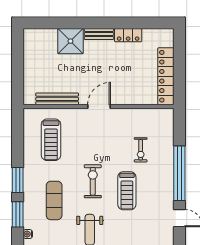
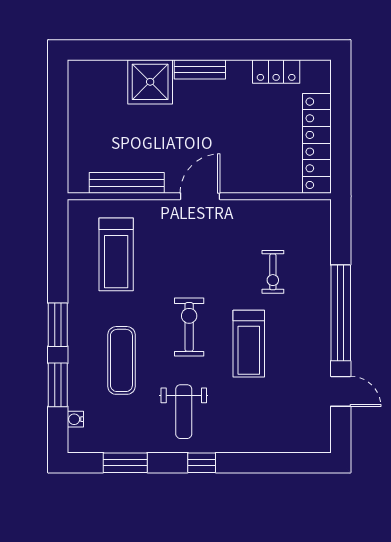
locker: (128, 35) -> (276, 71), moved

